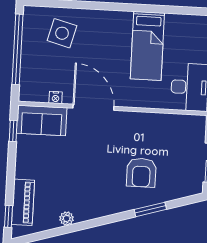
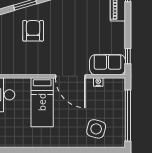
bed: (147, 46) -> (42, 102), moved, turned 180

